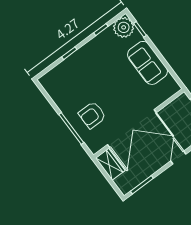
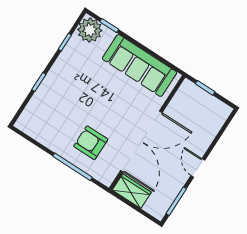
sofa: (147, 63) -> (140, 66), width x1.36
armchair: (92, 115) -> (91, 143), turned 90
door: (178, 158) -> (198, 168), moved

